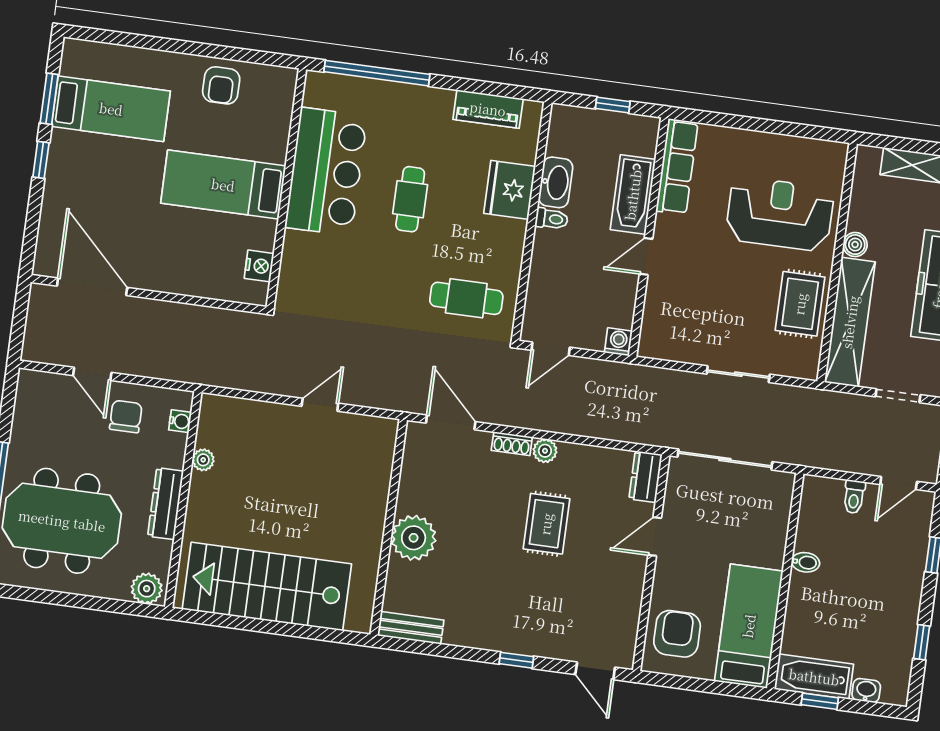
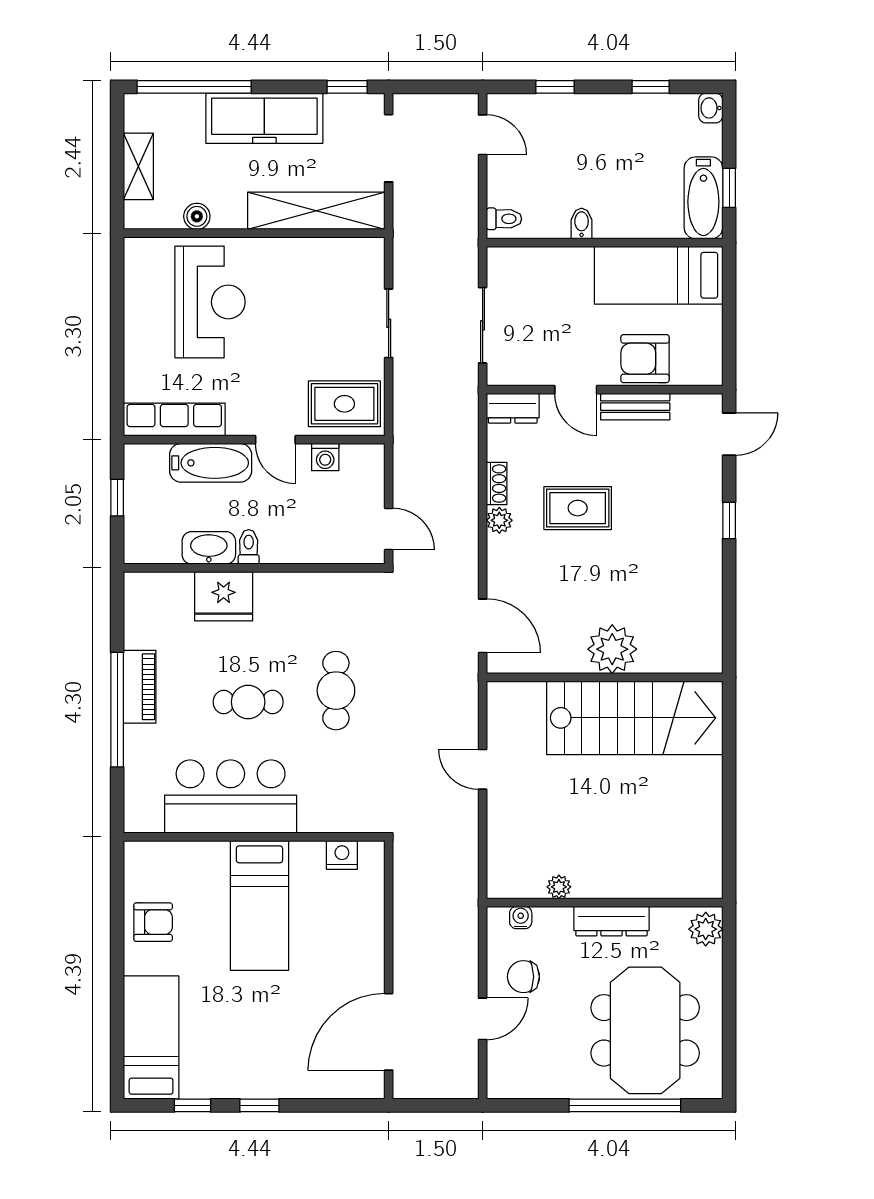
window: (377, 73) -> (117, 710), moved
window: (49, 99) -> (192, 1105), width x0.67
bed: (111, 109) -> (151, 1038), moved
piano: (488, 109) -> (140, 687), moved
reception desk: (780, 214) -> (210, 302), turned 180
boiler: (855, 245) -> (197, 216), moved
cafe table: (466, 298) -> (336, 691), moved
rug: (800, 304) -> (344, 404), moved
washing machine: (618, 342) -> (325, 457), moved, turned -90
doorway: (898, 396) -> (389, 148), width x1.38
door: (451, 422) -> (483, 626), swing flipped
shoe rack: (512, 444) -> (497, 484), moved
sliding door: (725, 459) -> (483, 325), width x0.73
toilet: (854, 497) -> (504, 219), moved
stairs: (267, 587) -> (635, 718), moved, turned -90
bench: (411, 628) -> (635, 407), moved, turned 90
armchair: (677, 634) -> (645, 359), moved
washbasin: (866, 691) -> (711, 108), moved

